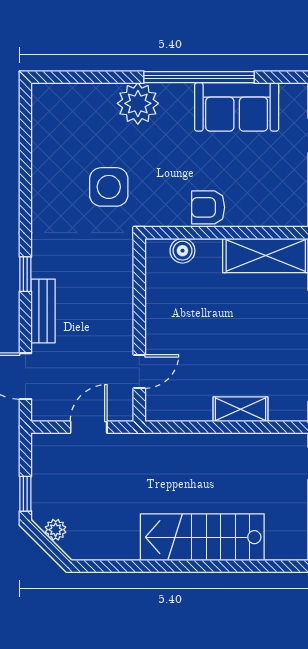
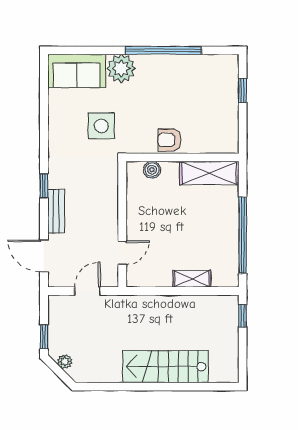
sofa: (237, 107) -> (77, 71), moved

